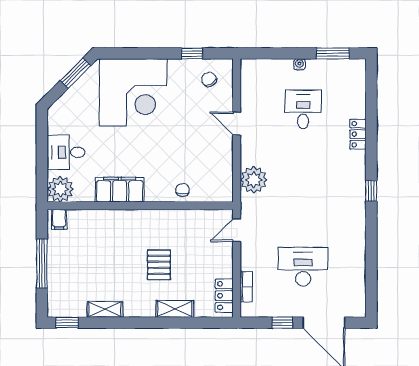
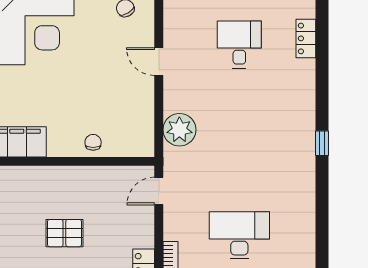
locker: (358, 134) -> (306, 38), moved
pallet: (159, 265) -> (64, 233), turned 90

